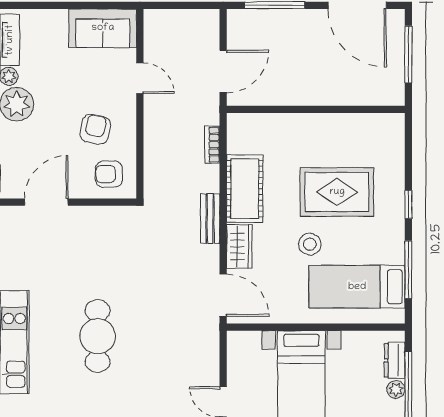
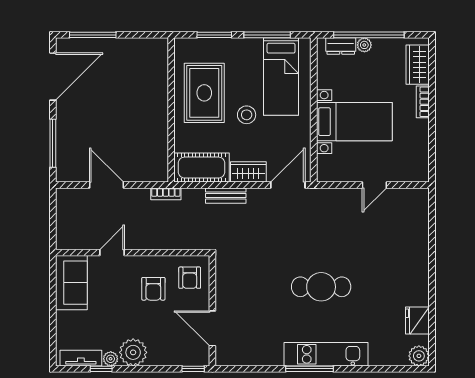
wall: (316, 109) -> (171, 110), moved
armchair: (95, 129) -> (153, 289), turned -101
window: (408, 204) -> (214, 35), width x1.50

